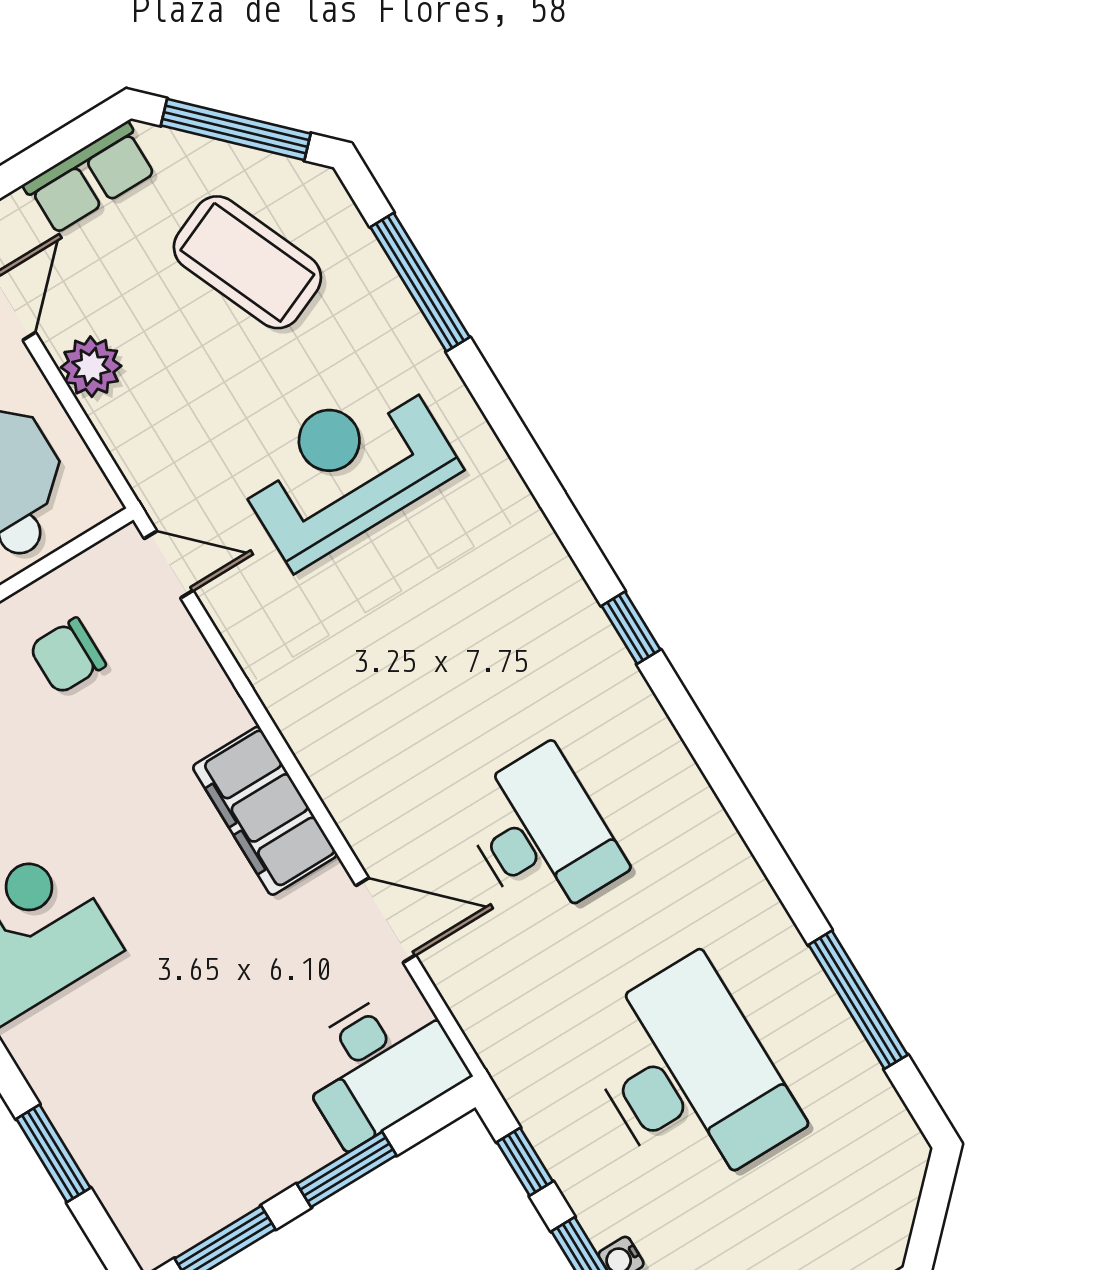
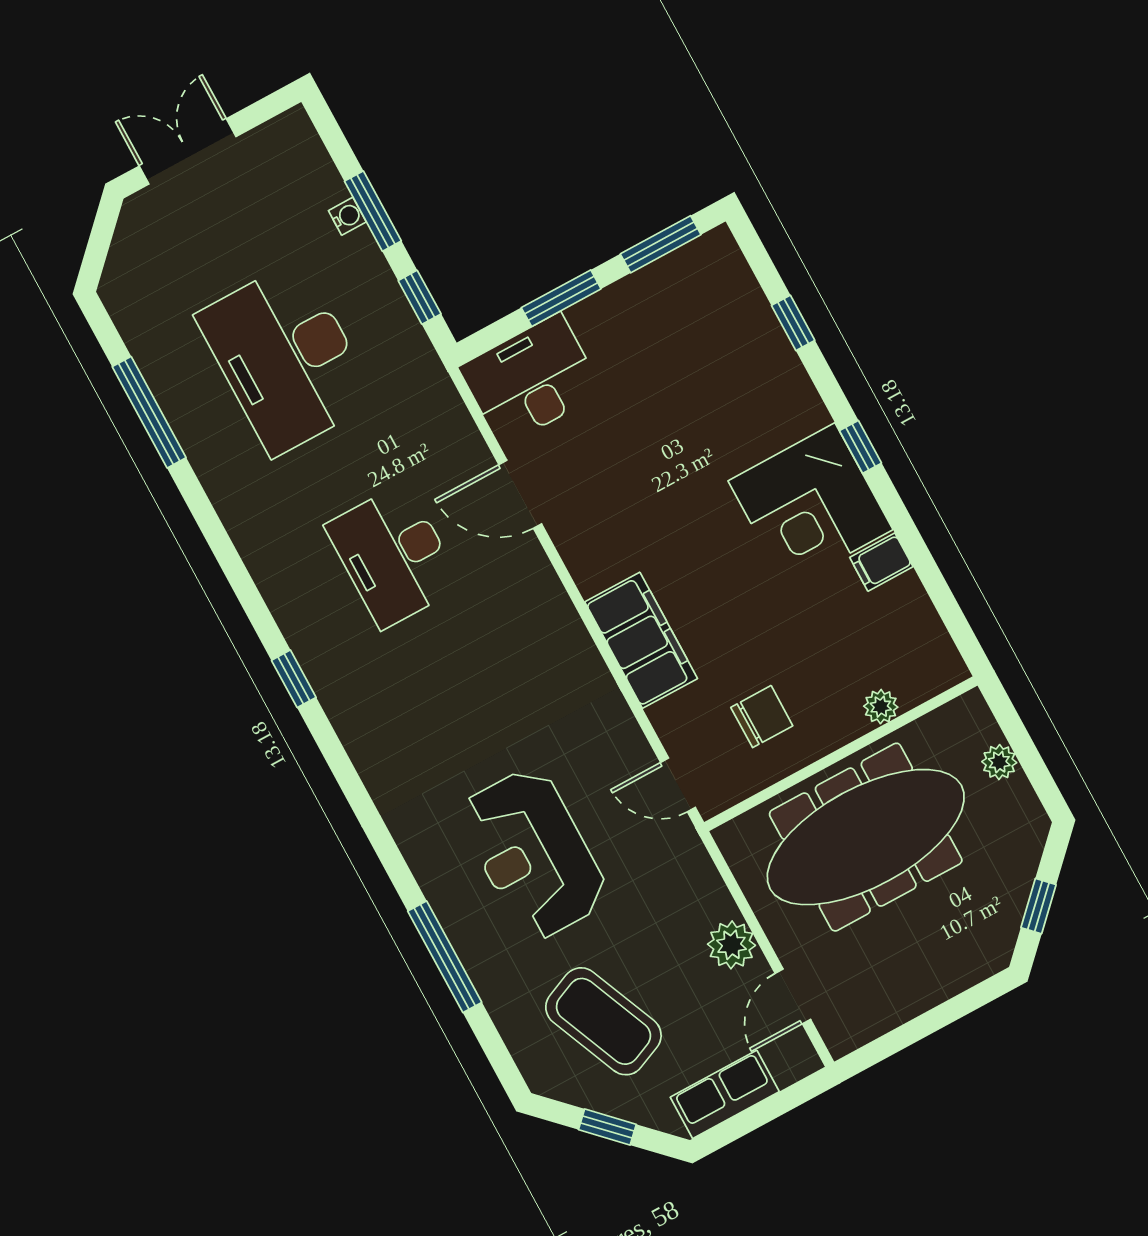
window: (236, 130) -> (607, 1127), width x0.46
window: (420, 282) -> (445, 957), moved
reception desk: (346, 468) -> (533, 854), turned 90
window: (631, 628) -> (294, 679), moved
filing cabinet: (265, 811) -> (641, 640), moved
window: (53, 1153) -> (793, 323), width x0.67

